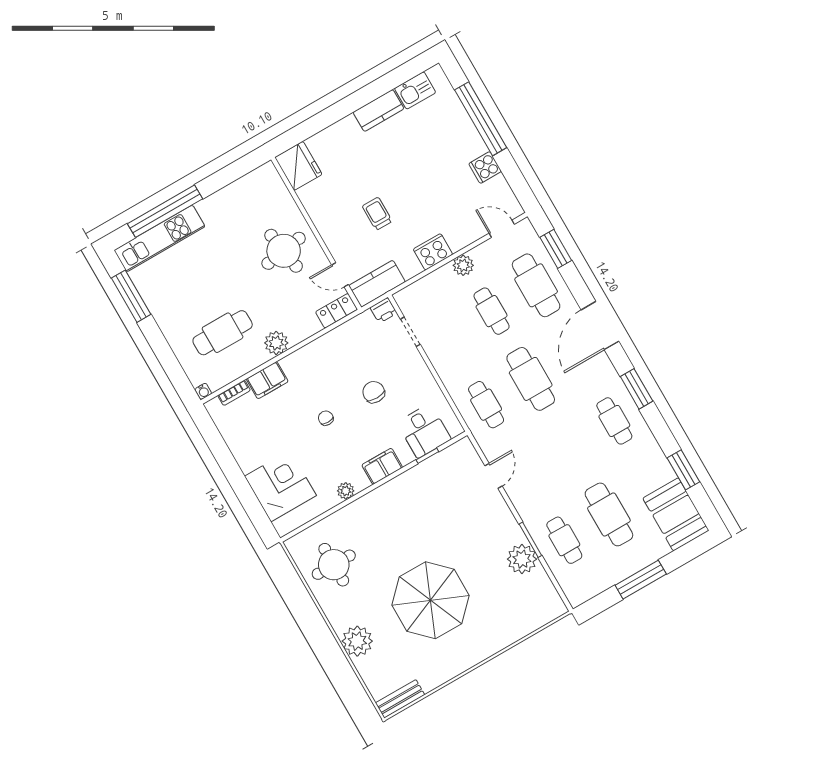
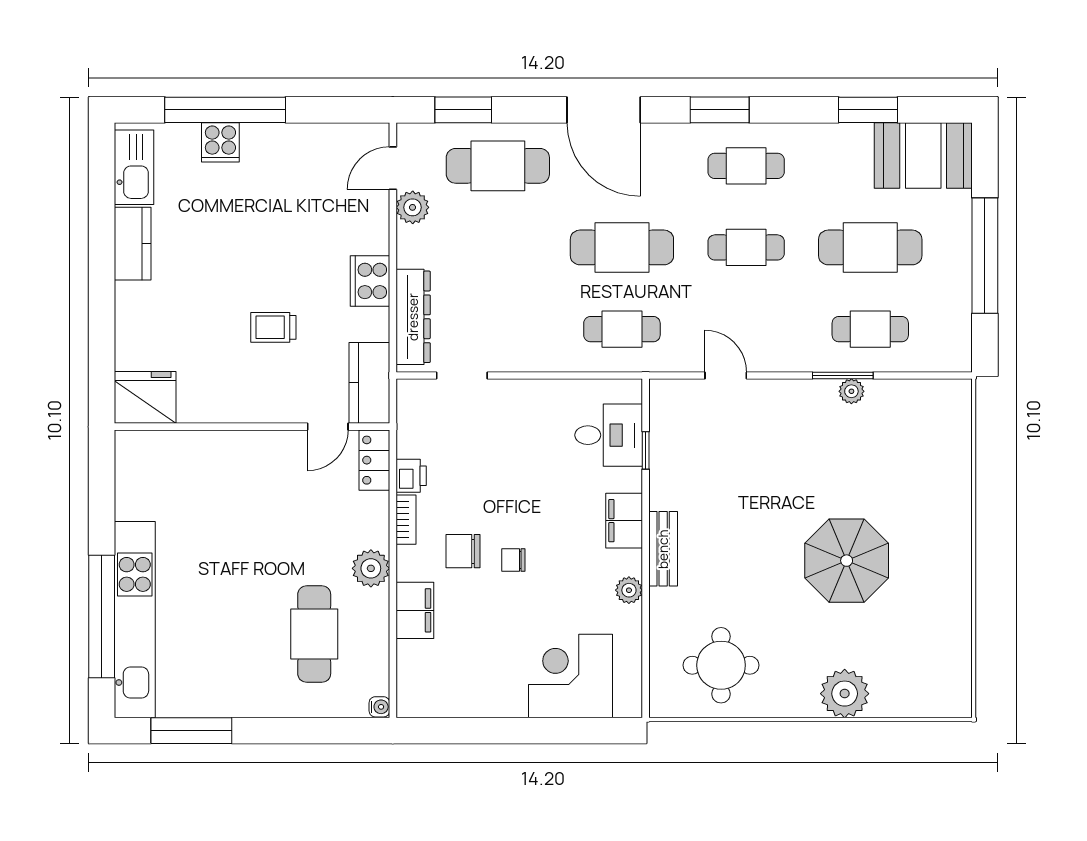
kitchen sink: (415, 90) -> (134, 167), width x1.38
cooker: (485, 167) -> (220, 142), moved
kitchen unit: (160, 238) -> (135, 620), width x1.36
round table: (284, 251) -> (250, 485), removed
plant: (463, 265) -> (413, 207), moved
dresser: (427, 287) -> (413, 317), added
printer: (383, 310) -> (411, 476), moved
cafe table: (492, 311) -> (746, 247), moved
chair: (374, 392) -> (463, 551), moved
bookcase: (234, 393) -> (406, 520), moved
plant: (522, 559) -> (851, 391), width x0.53, depth x0.53
window: (641, 580) -> (985, 256), width x1.46
parasol: (430, 600) -> (847, 561), width x0.73, depth x0.73
bench: (400, 699) -> (663, 549), moved

